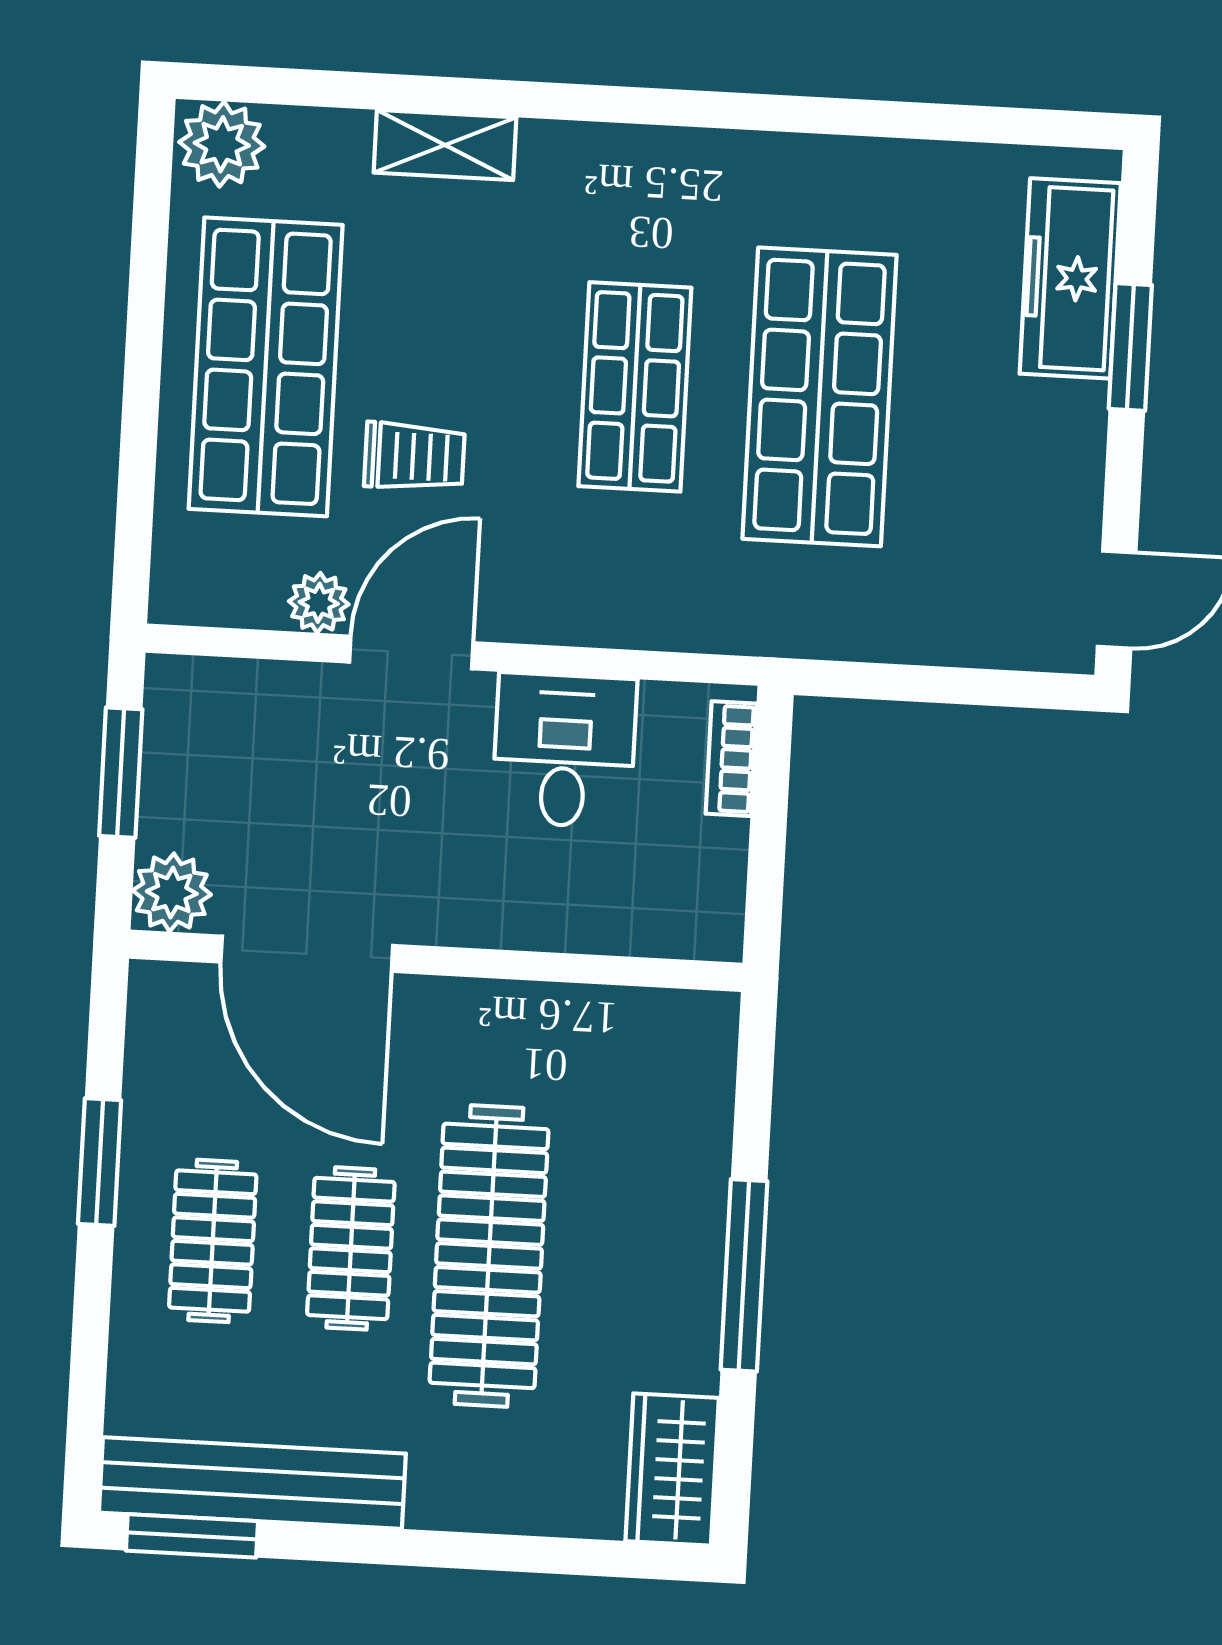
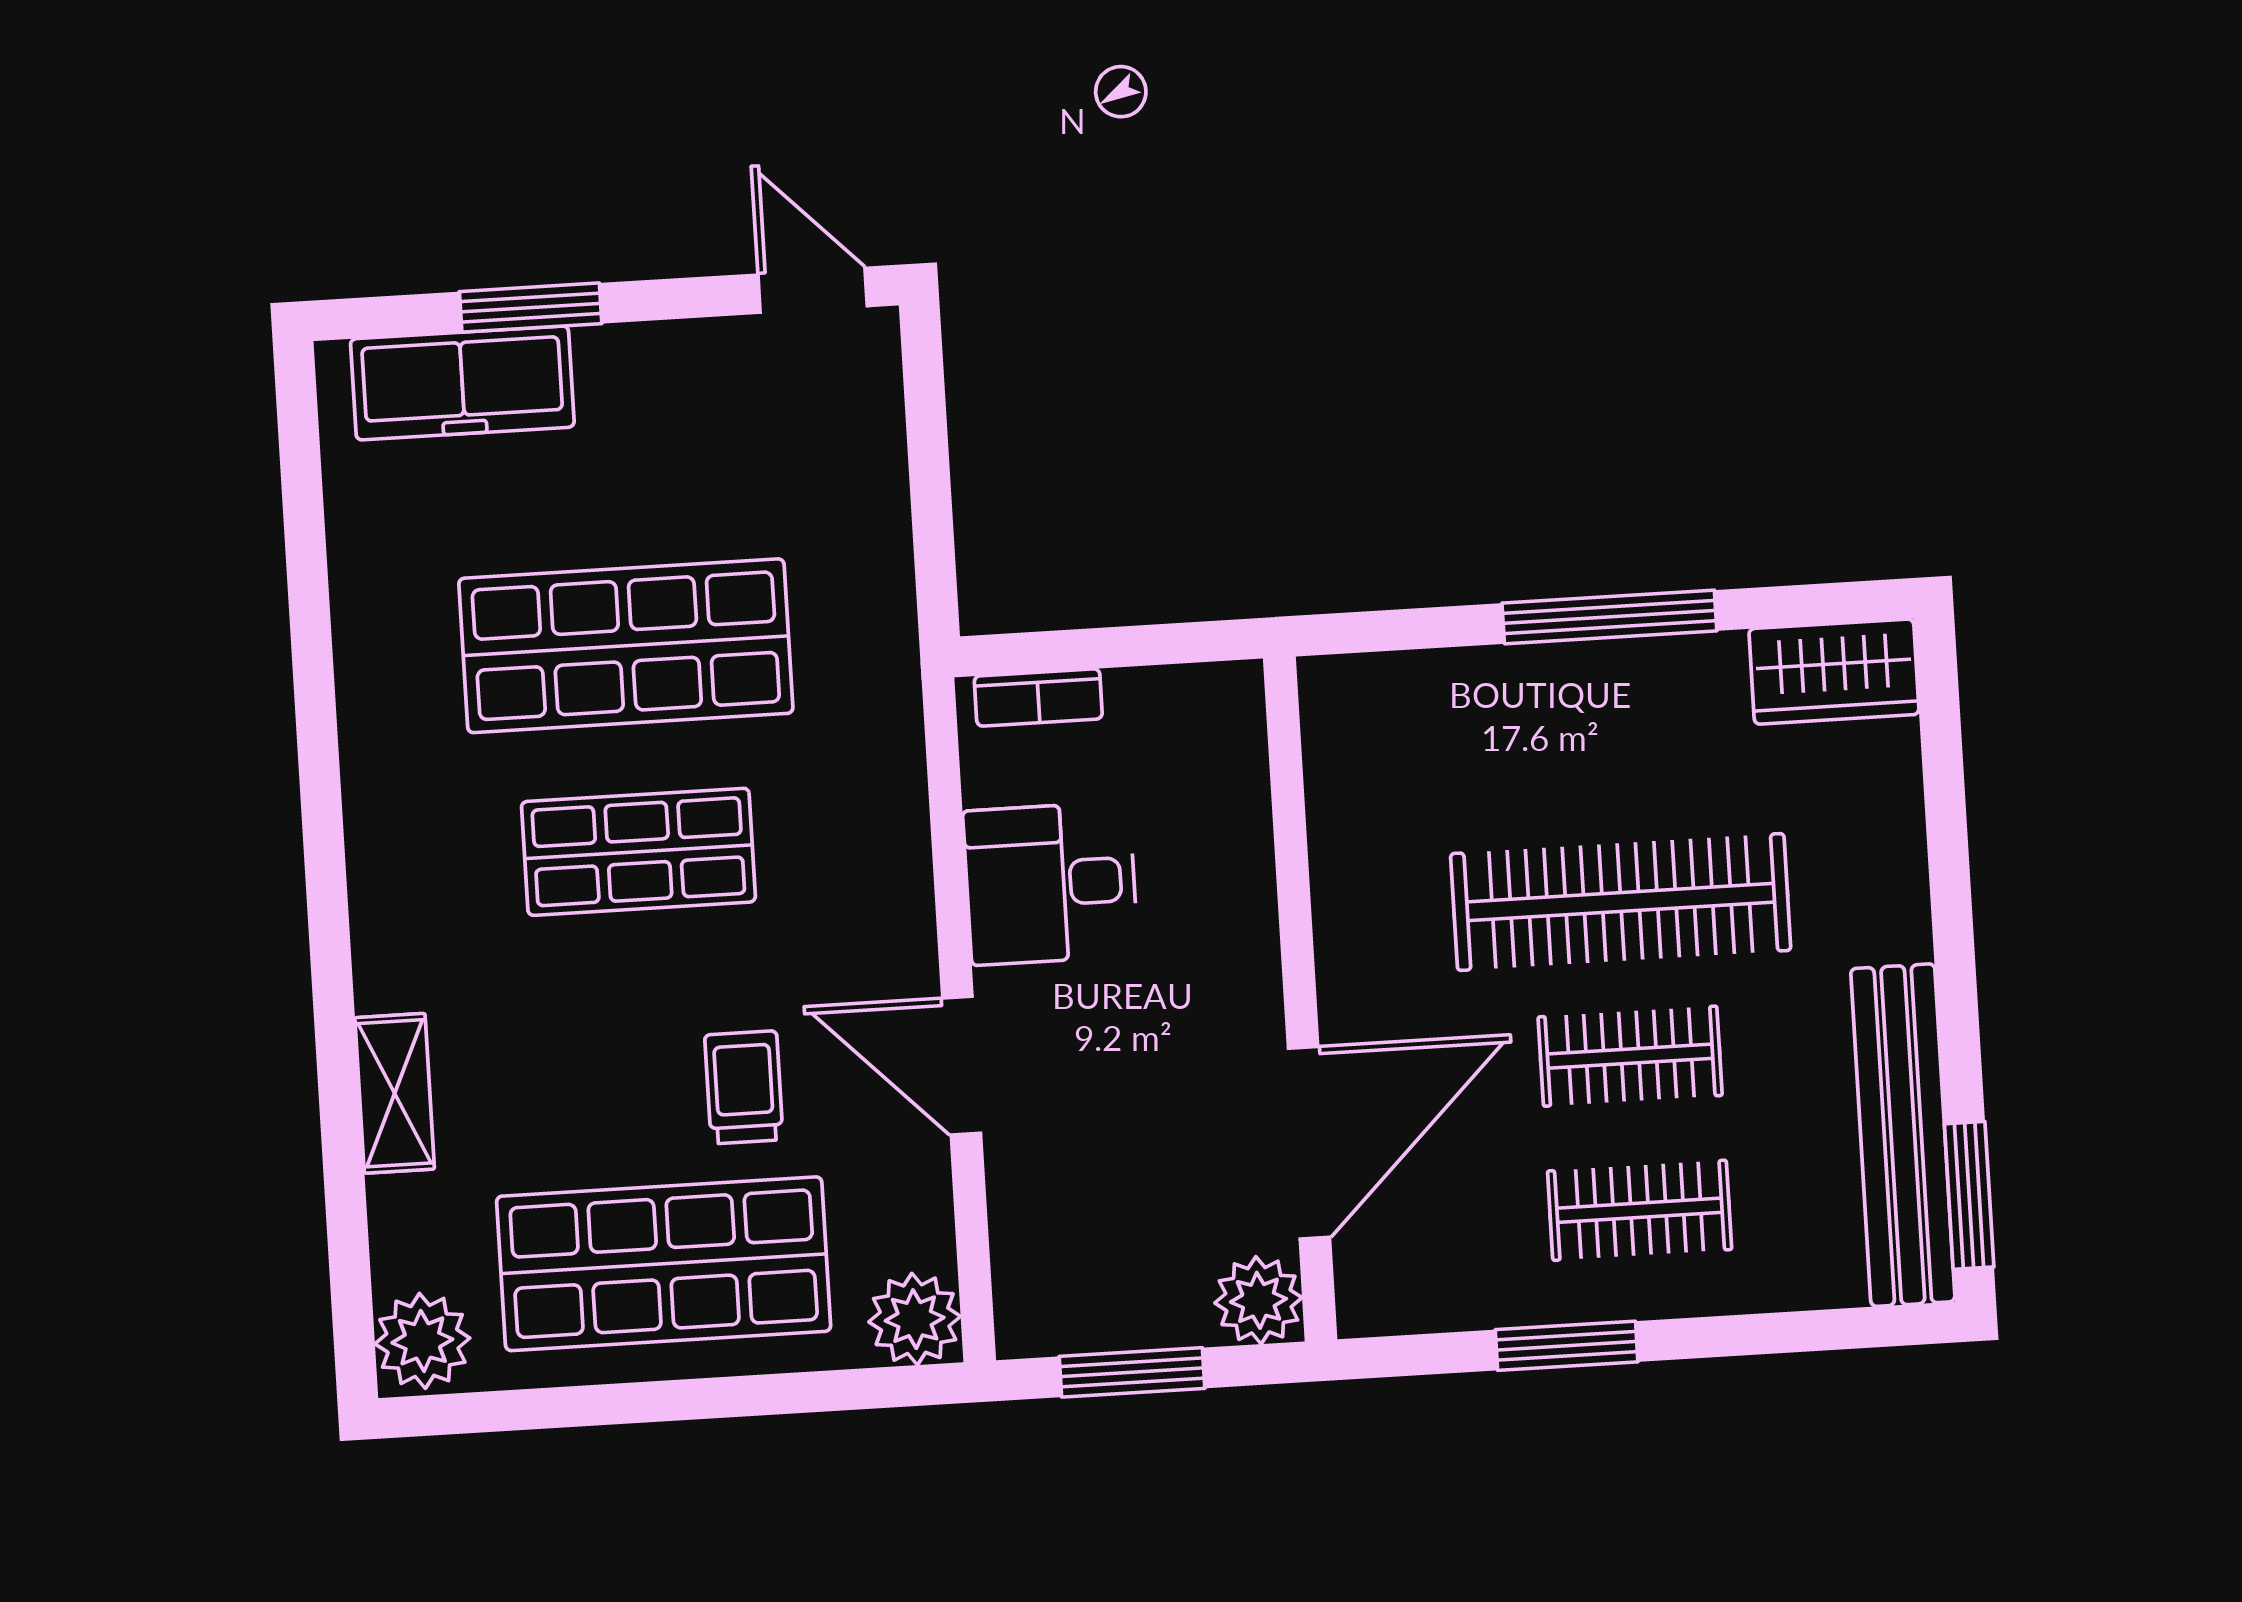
plant: (319, 603) -> (915, 1319), moved, width x1.38, depth x1.38

